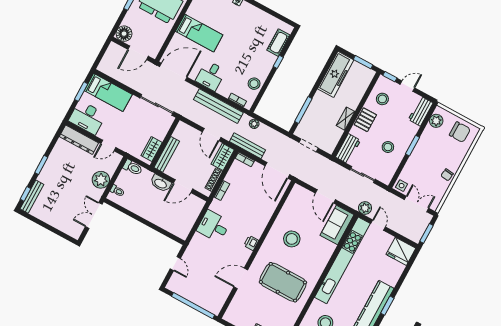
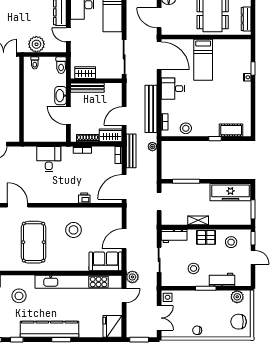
workbench: (421, 111) -> (222, 280), moved
chair: (460, 132) -> (239, 322), turned 90
printer: (251, 243) -> (84, 198), moved

